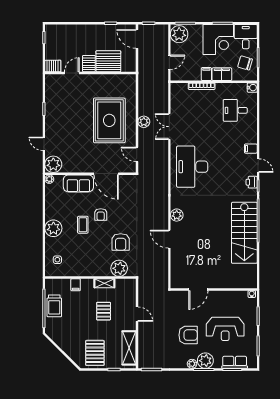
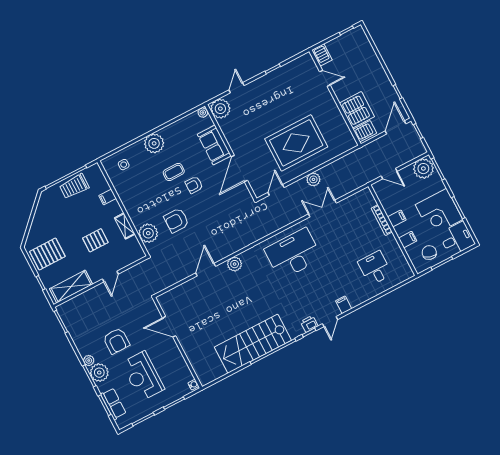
server rack: (89, 64) -> (365, 131), moved
filing cabinet: (222, 74) -> (408, 240), width x0.50
water cooler: (252, 88) -> (408, 273), removed

